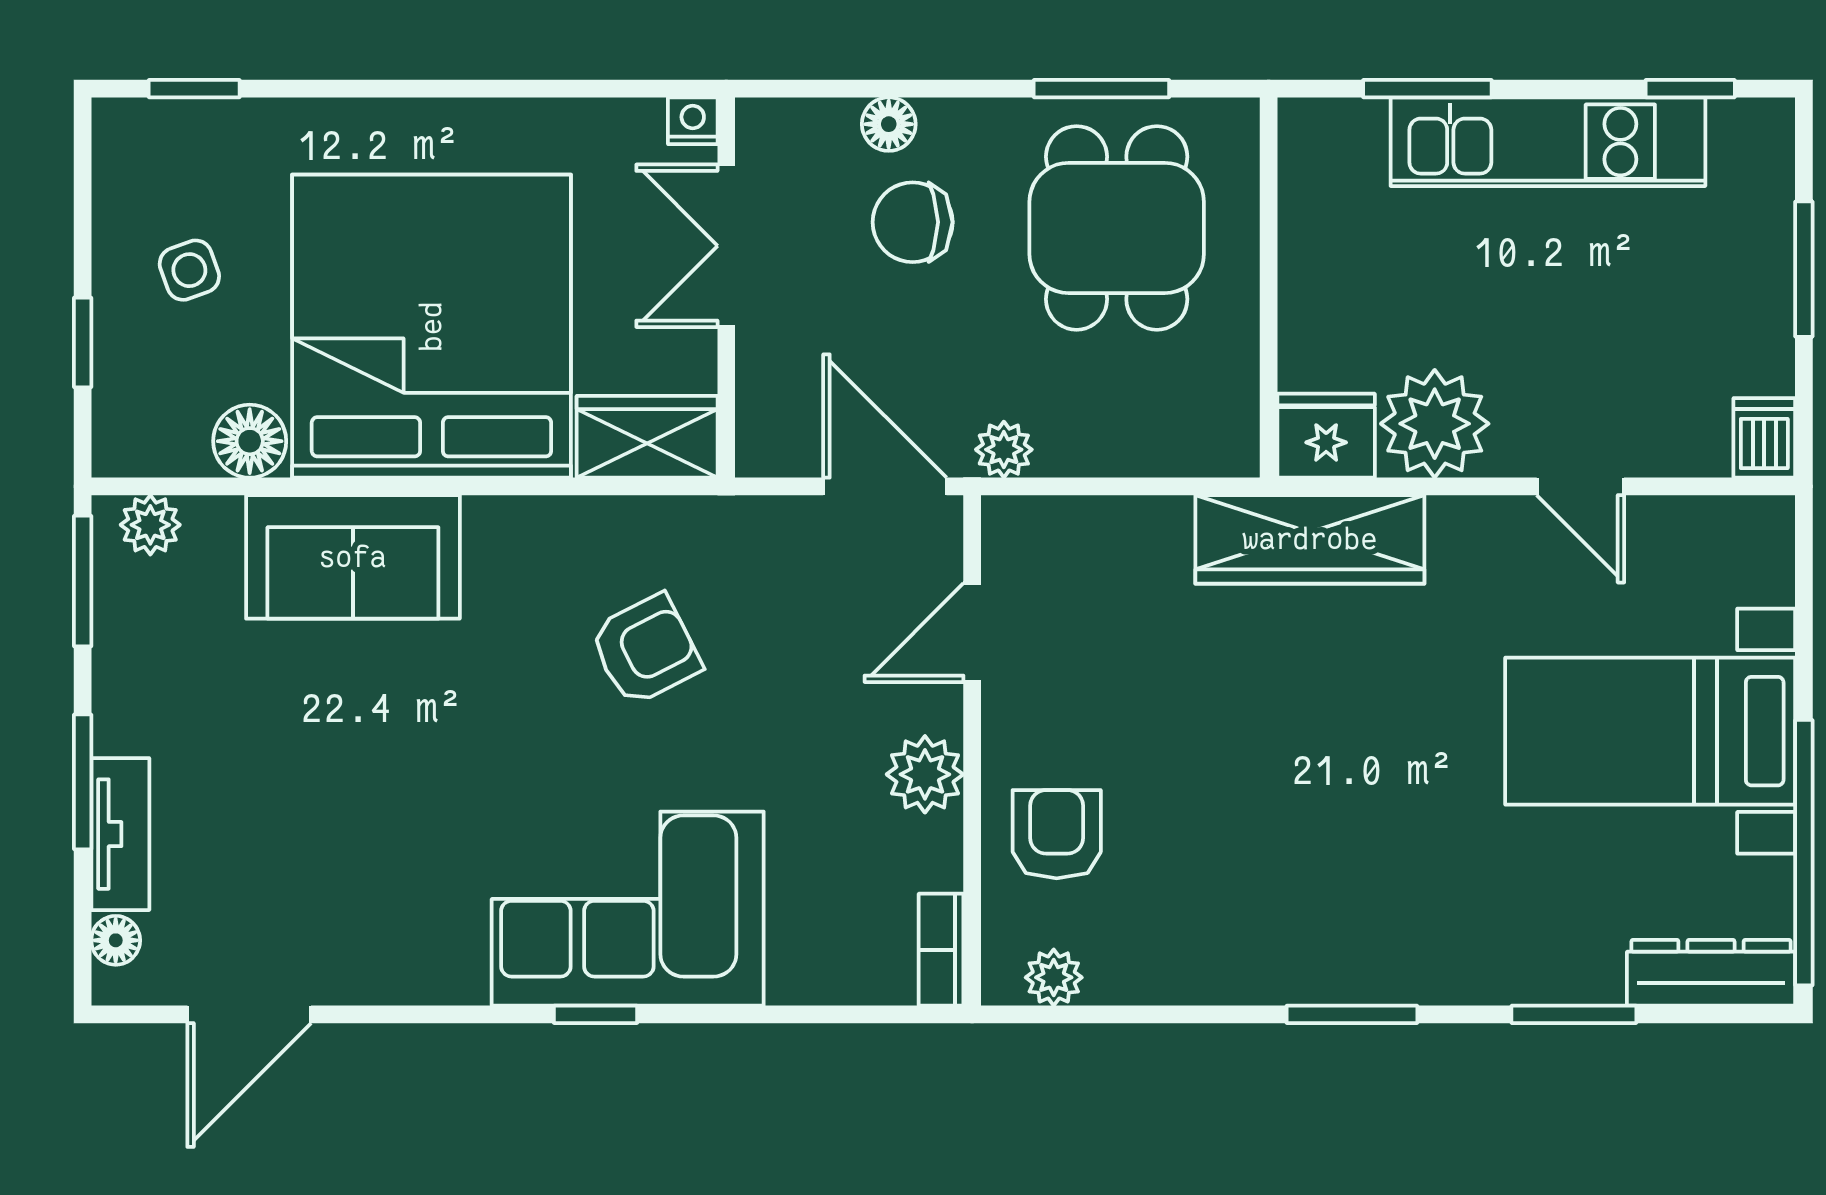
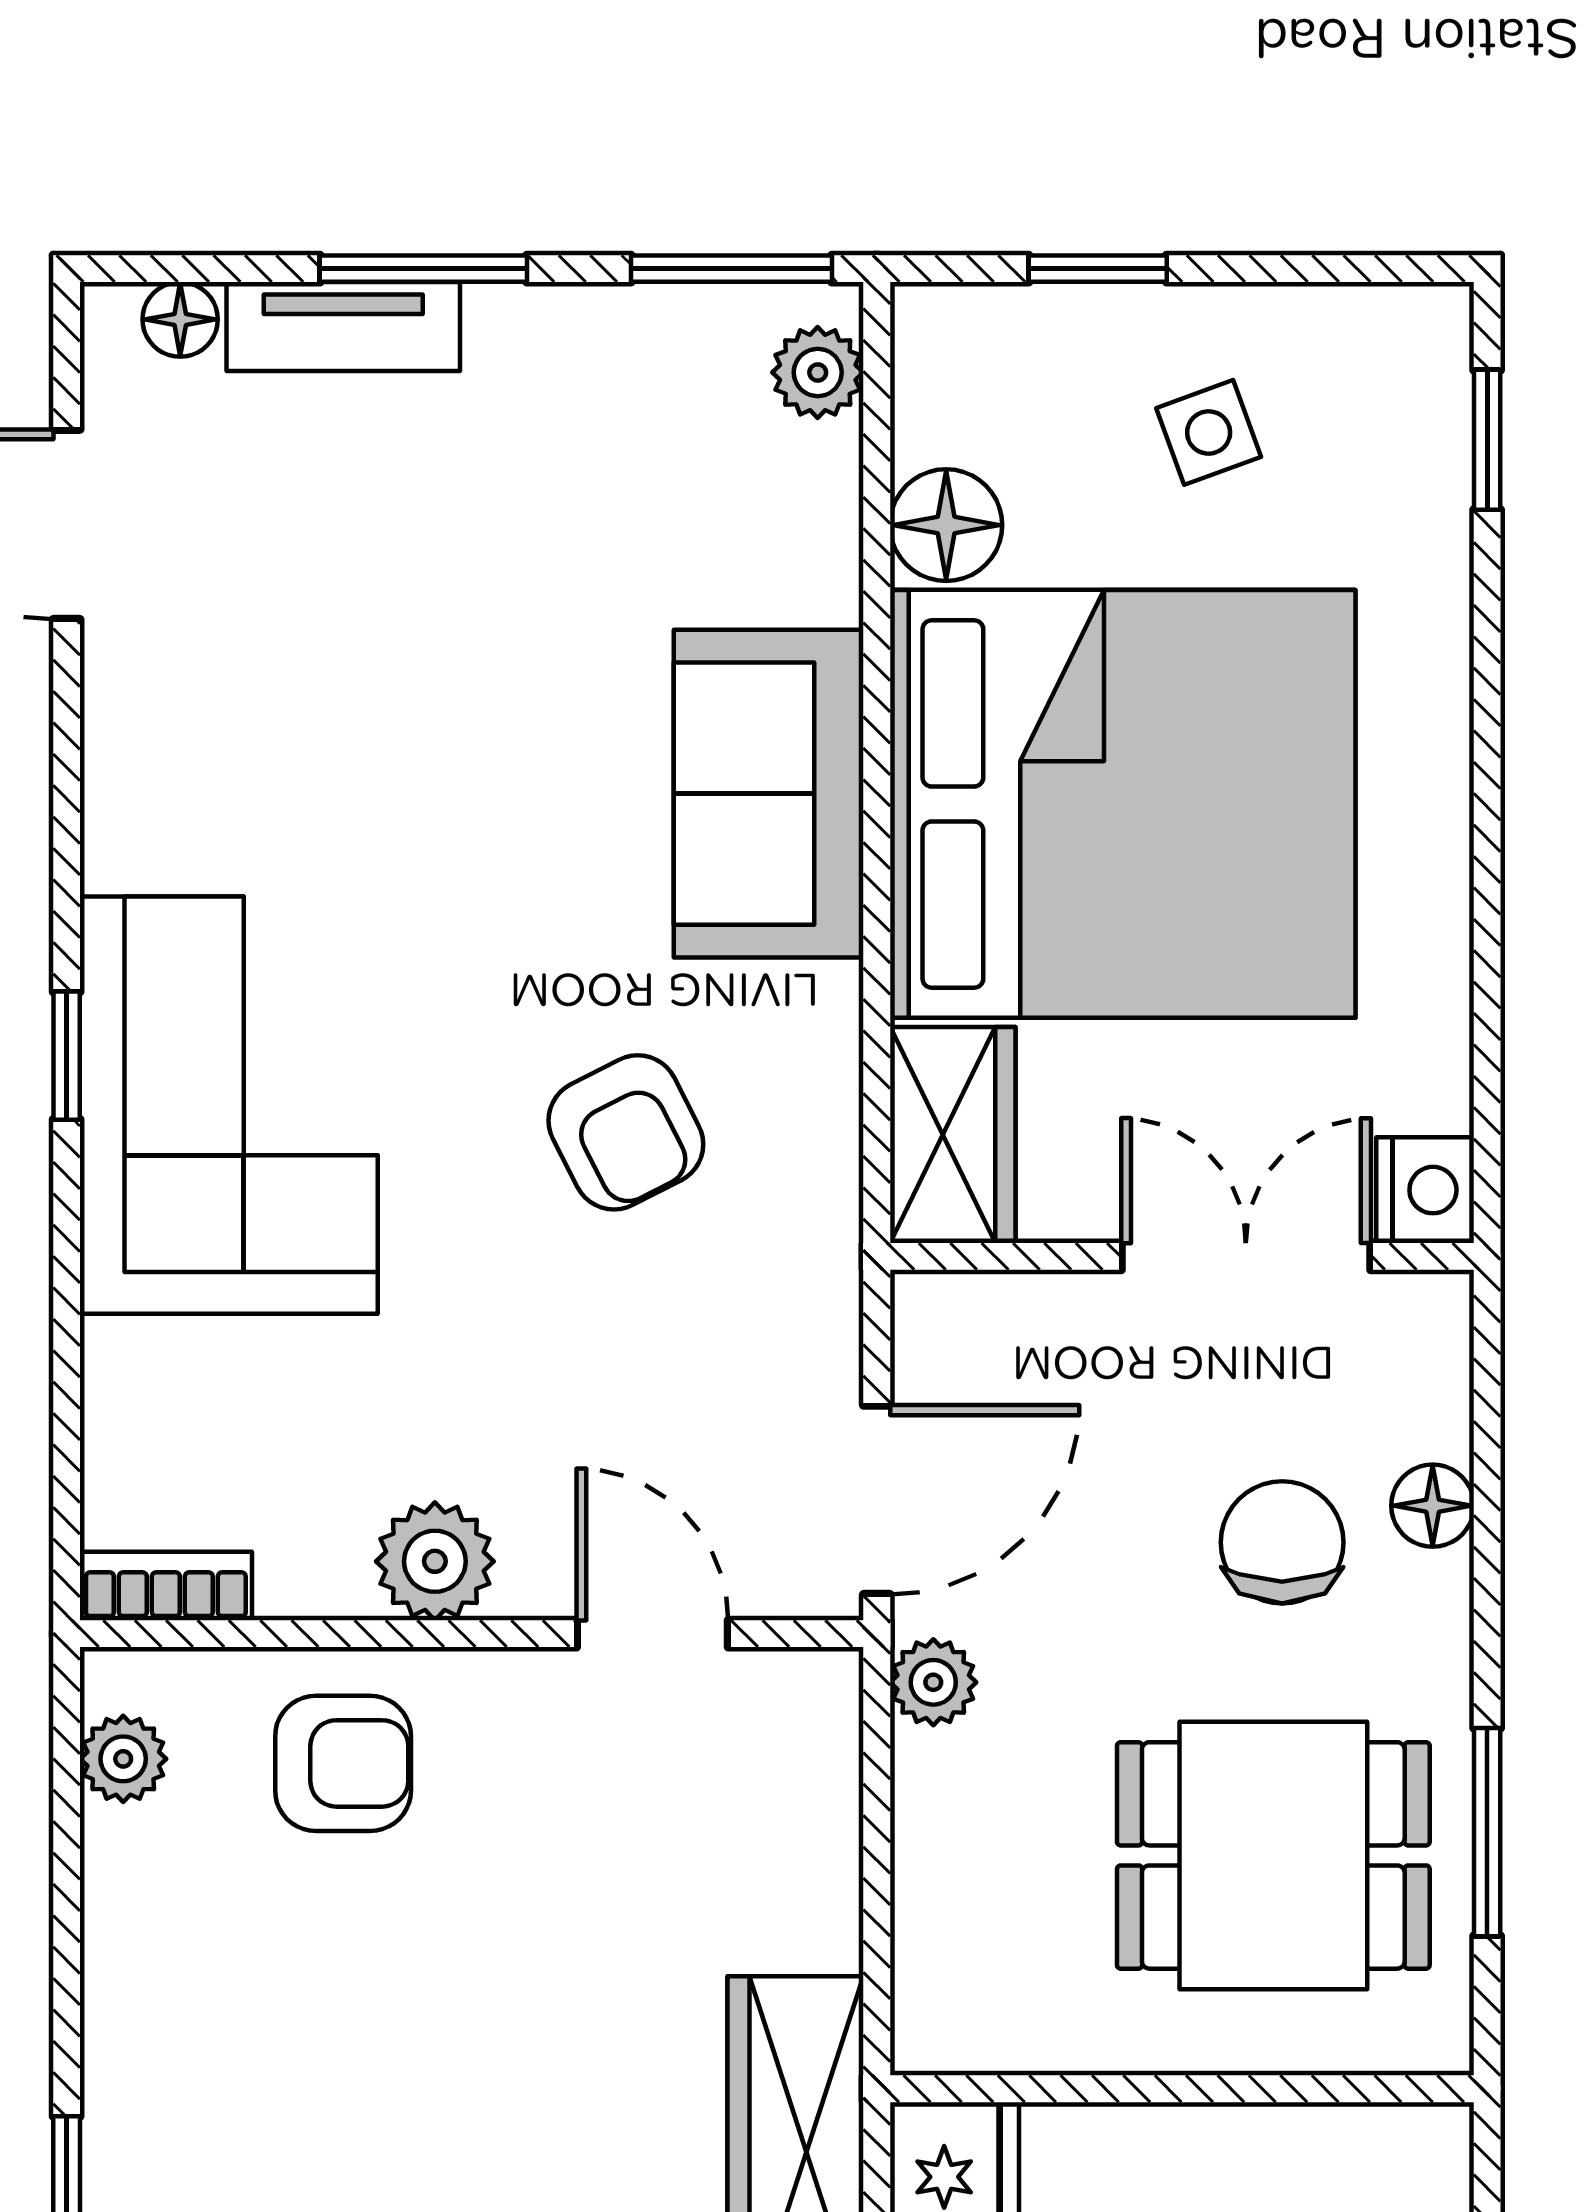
nightstand: (693, 121) -> (1425, 1190), width x1.39, depth x1.35
sofa: (353, 557) -> (769, 794), moved

